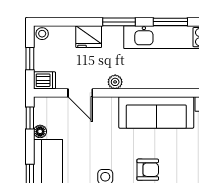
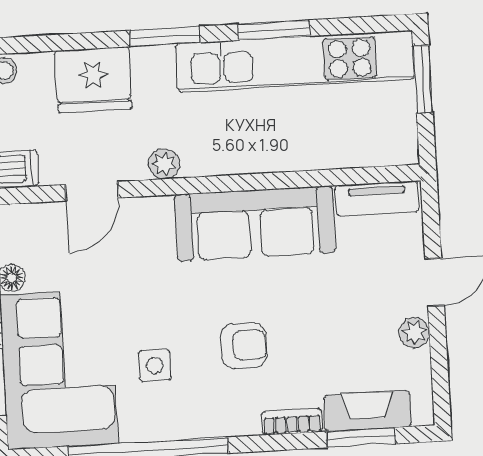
fridge: (89, 37) -> (93, 80), width x1.36, depth x1.34
door: (80, 93) -> (92, 191), hinge flipped

